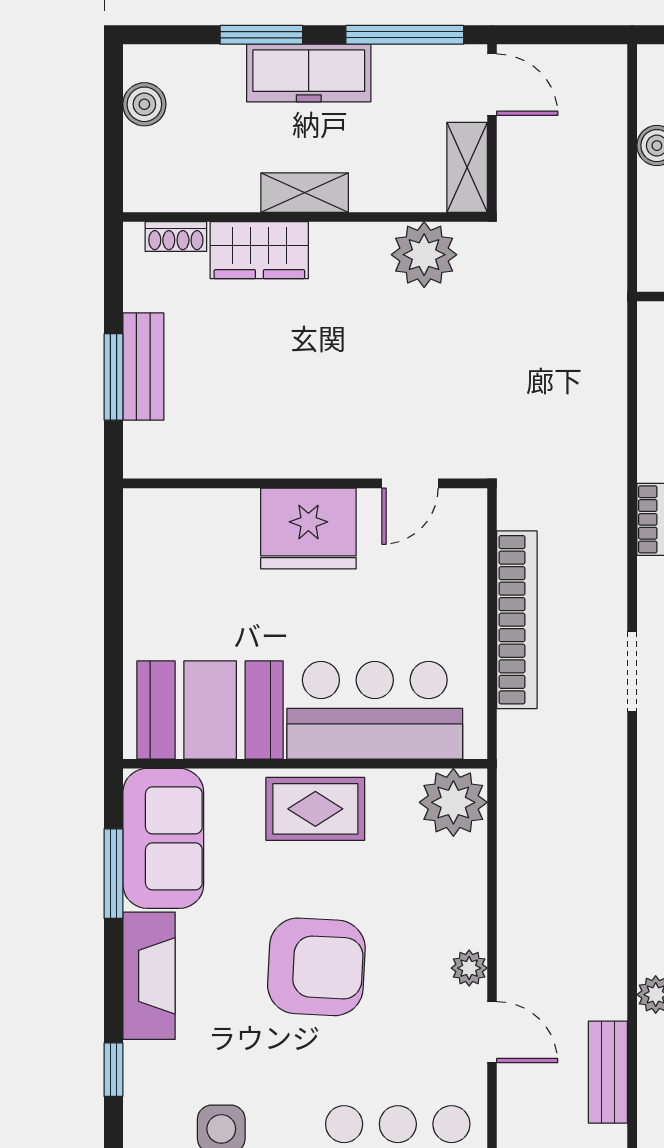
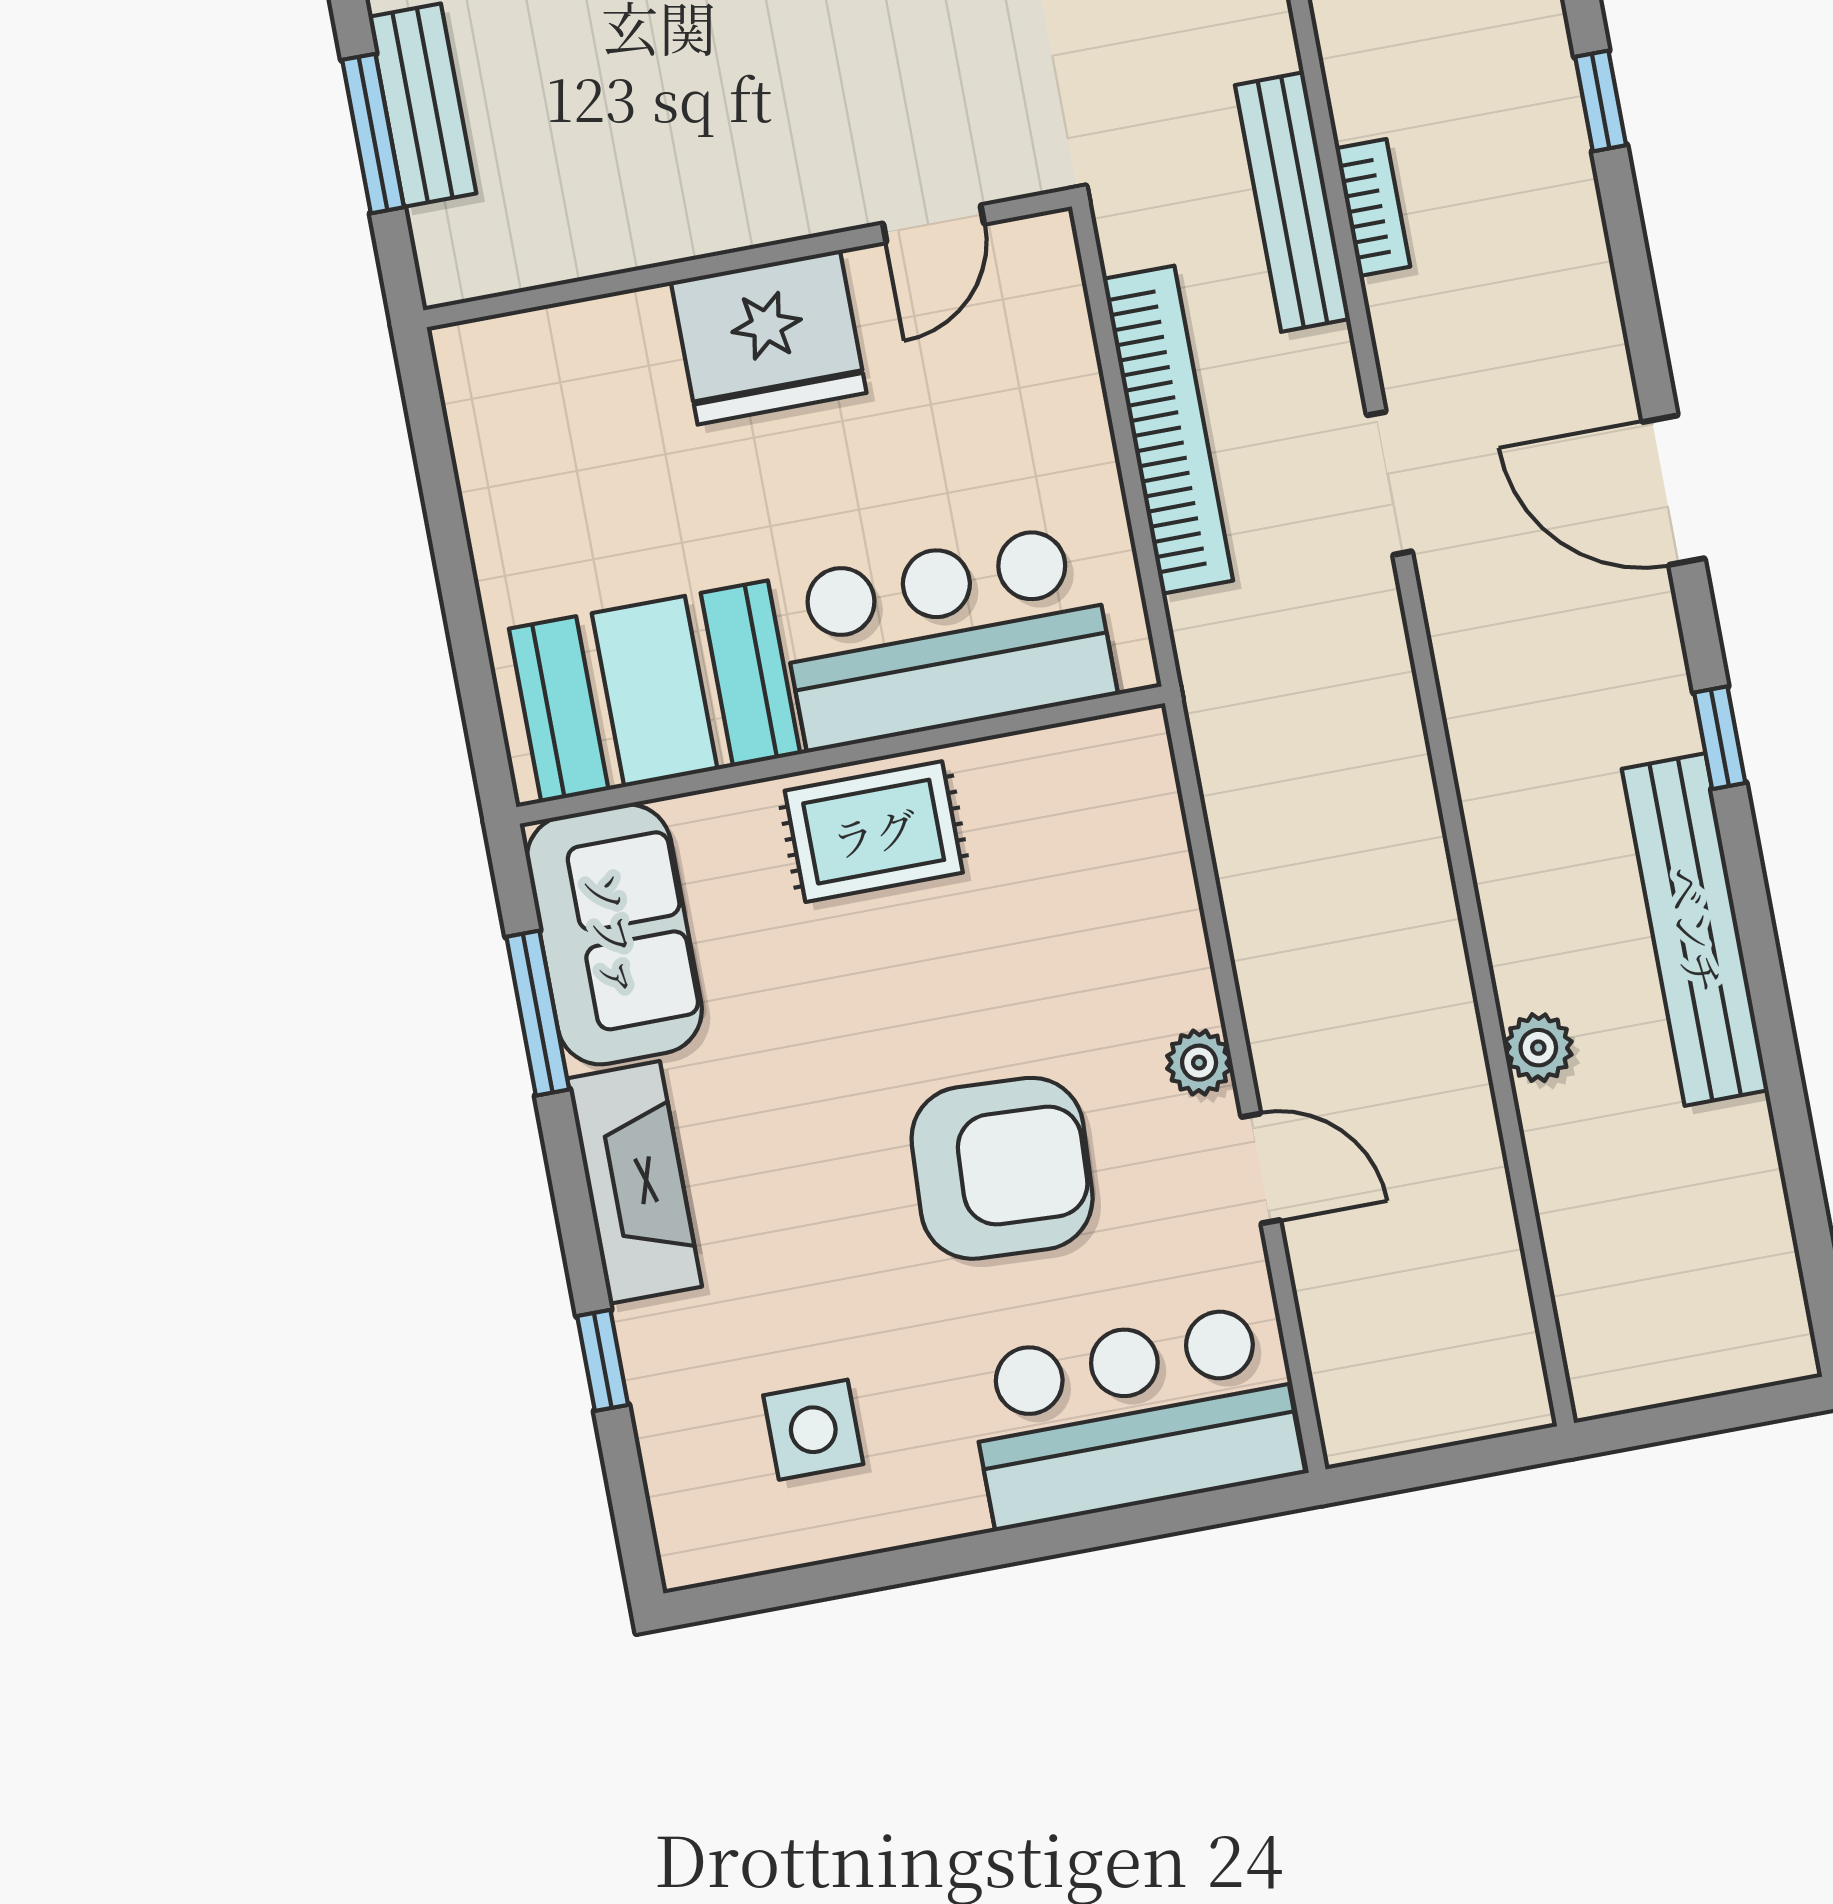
plant: (453, 802) -> (1116, 775), removed
armchair: (316, 967) -> (1002, 1168), moved
bench: (608, 1072) -> (1292, 202), moved, width x1.36

